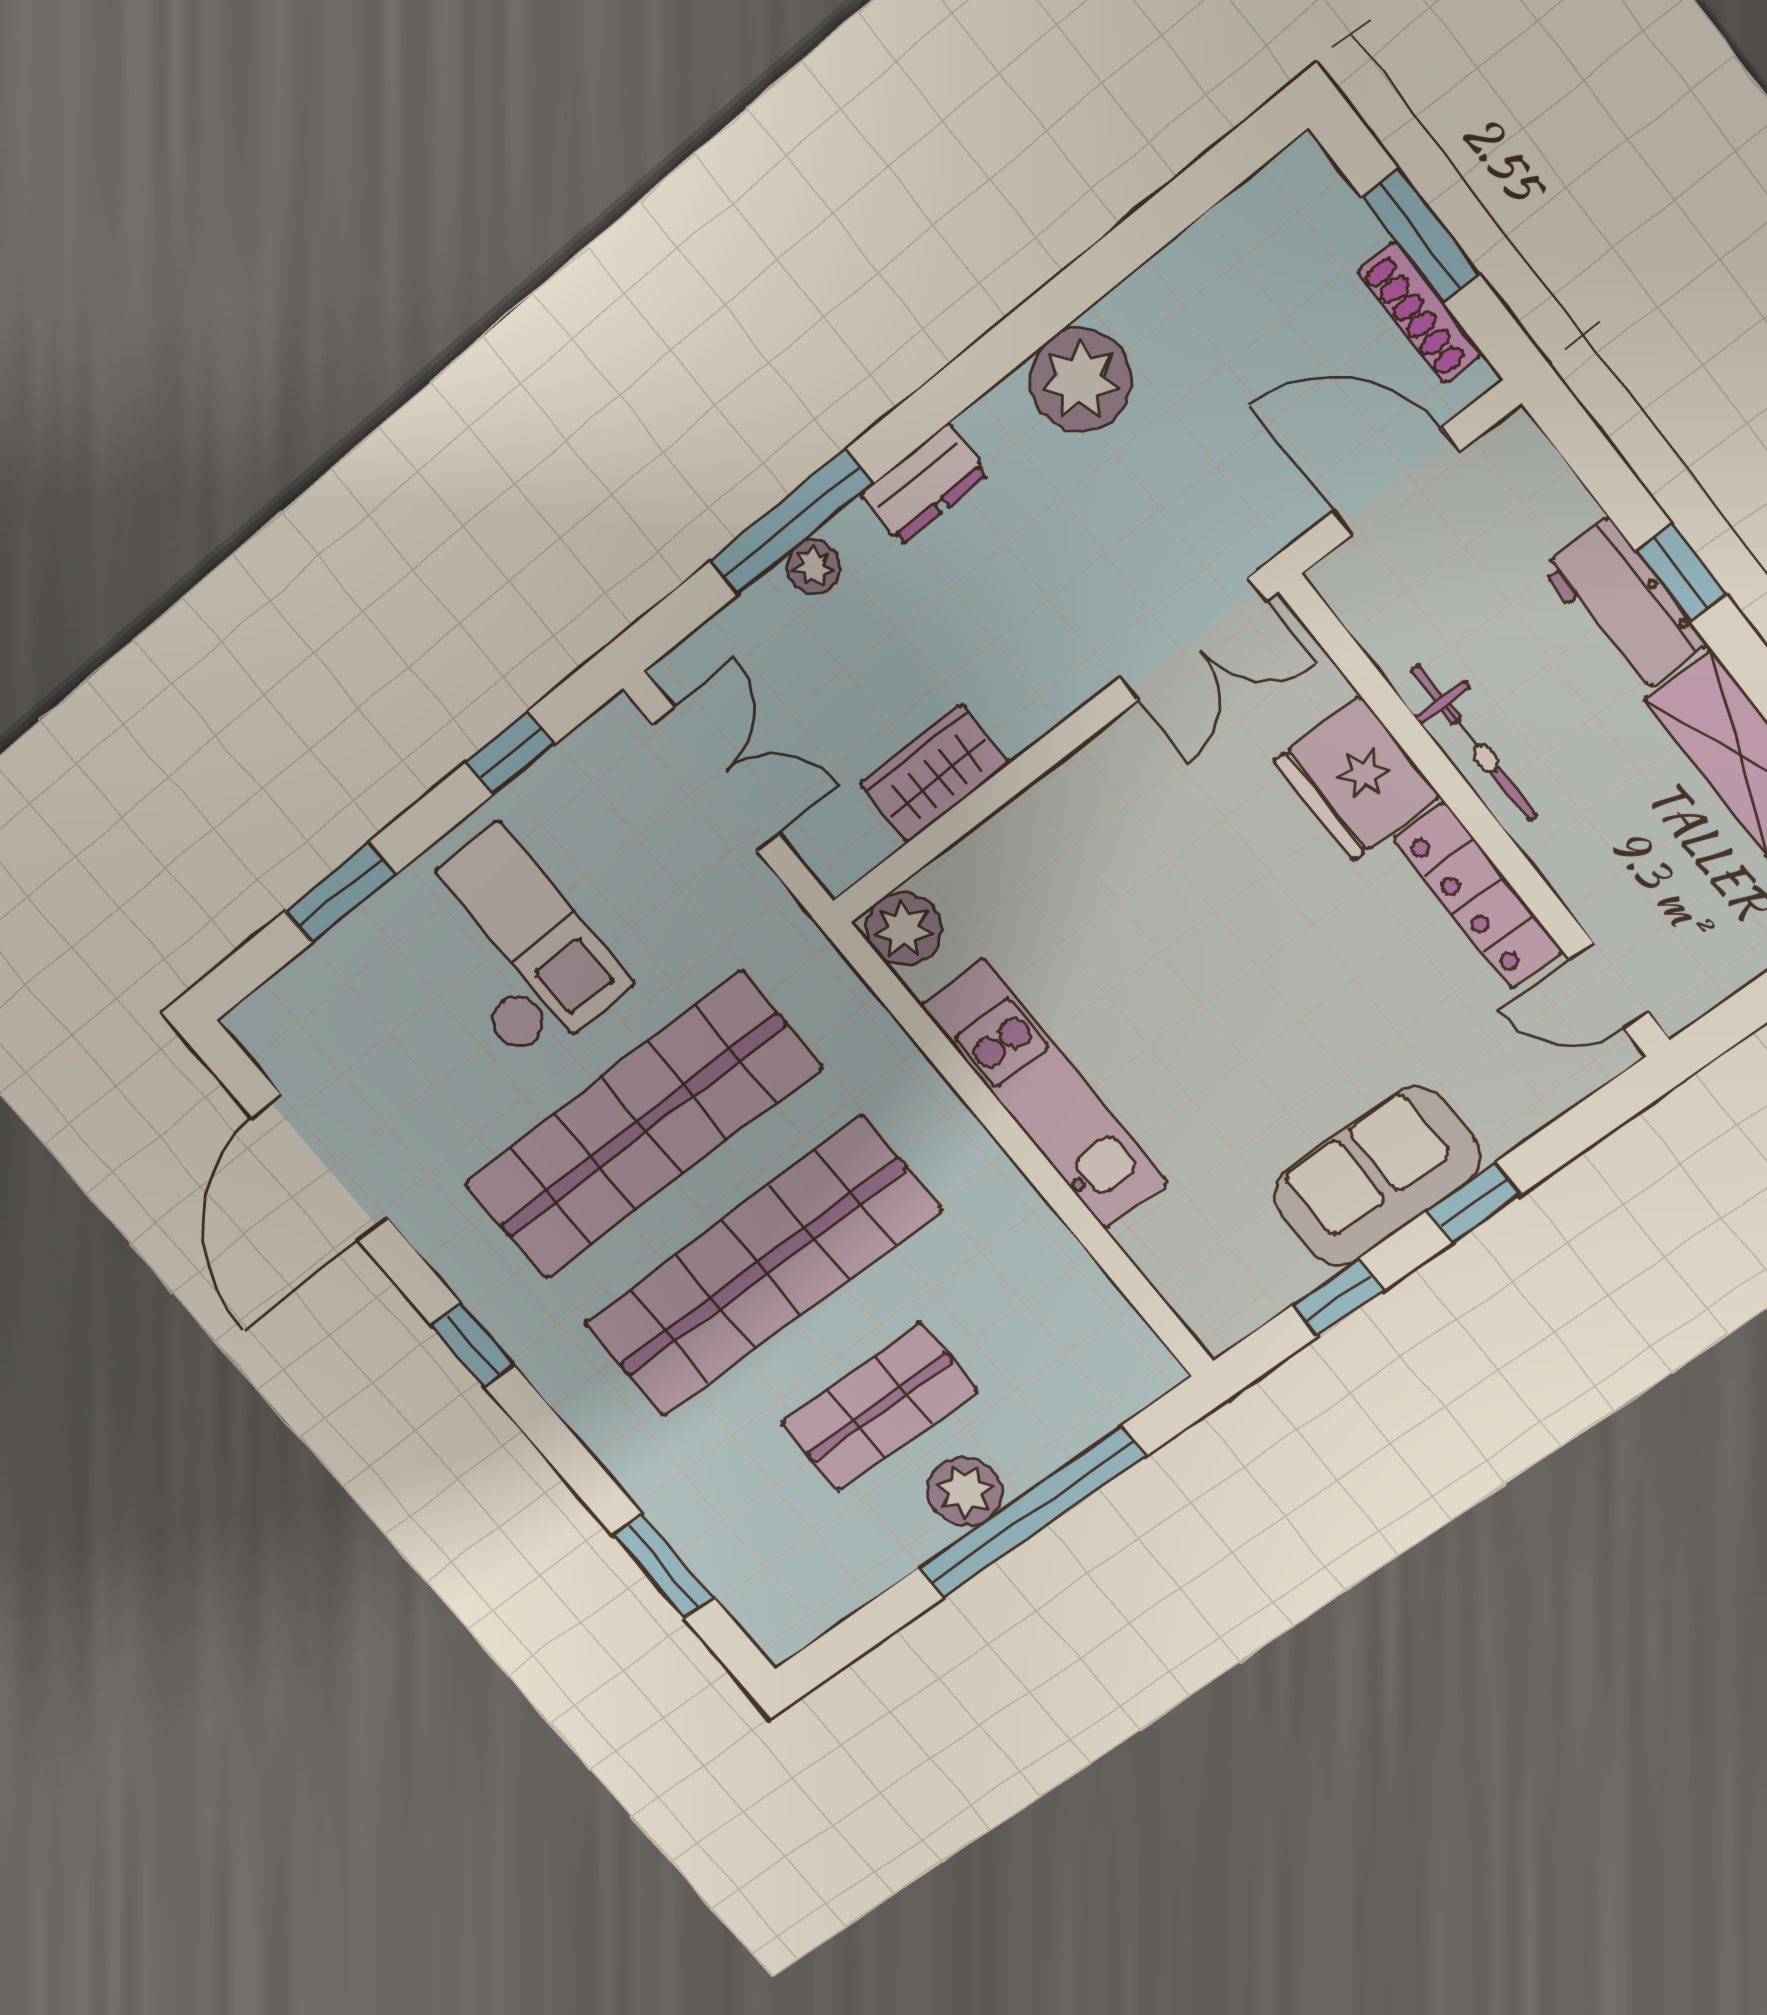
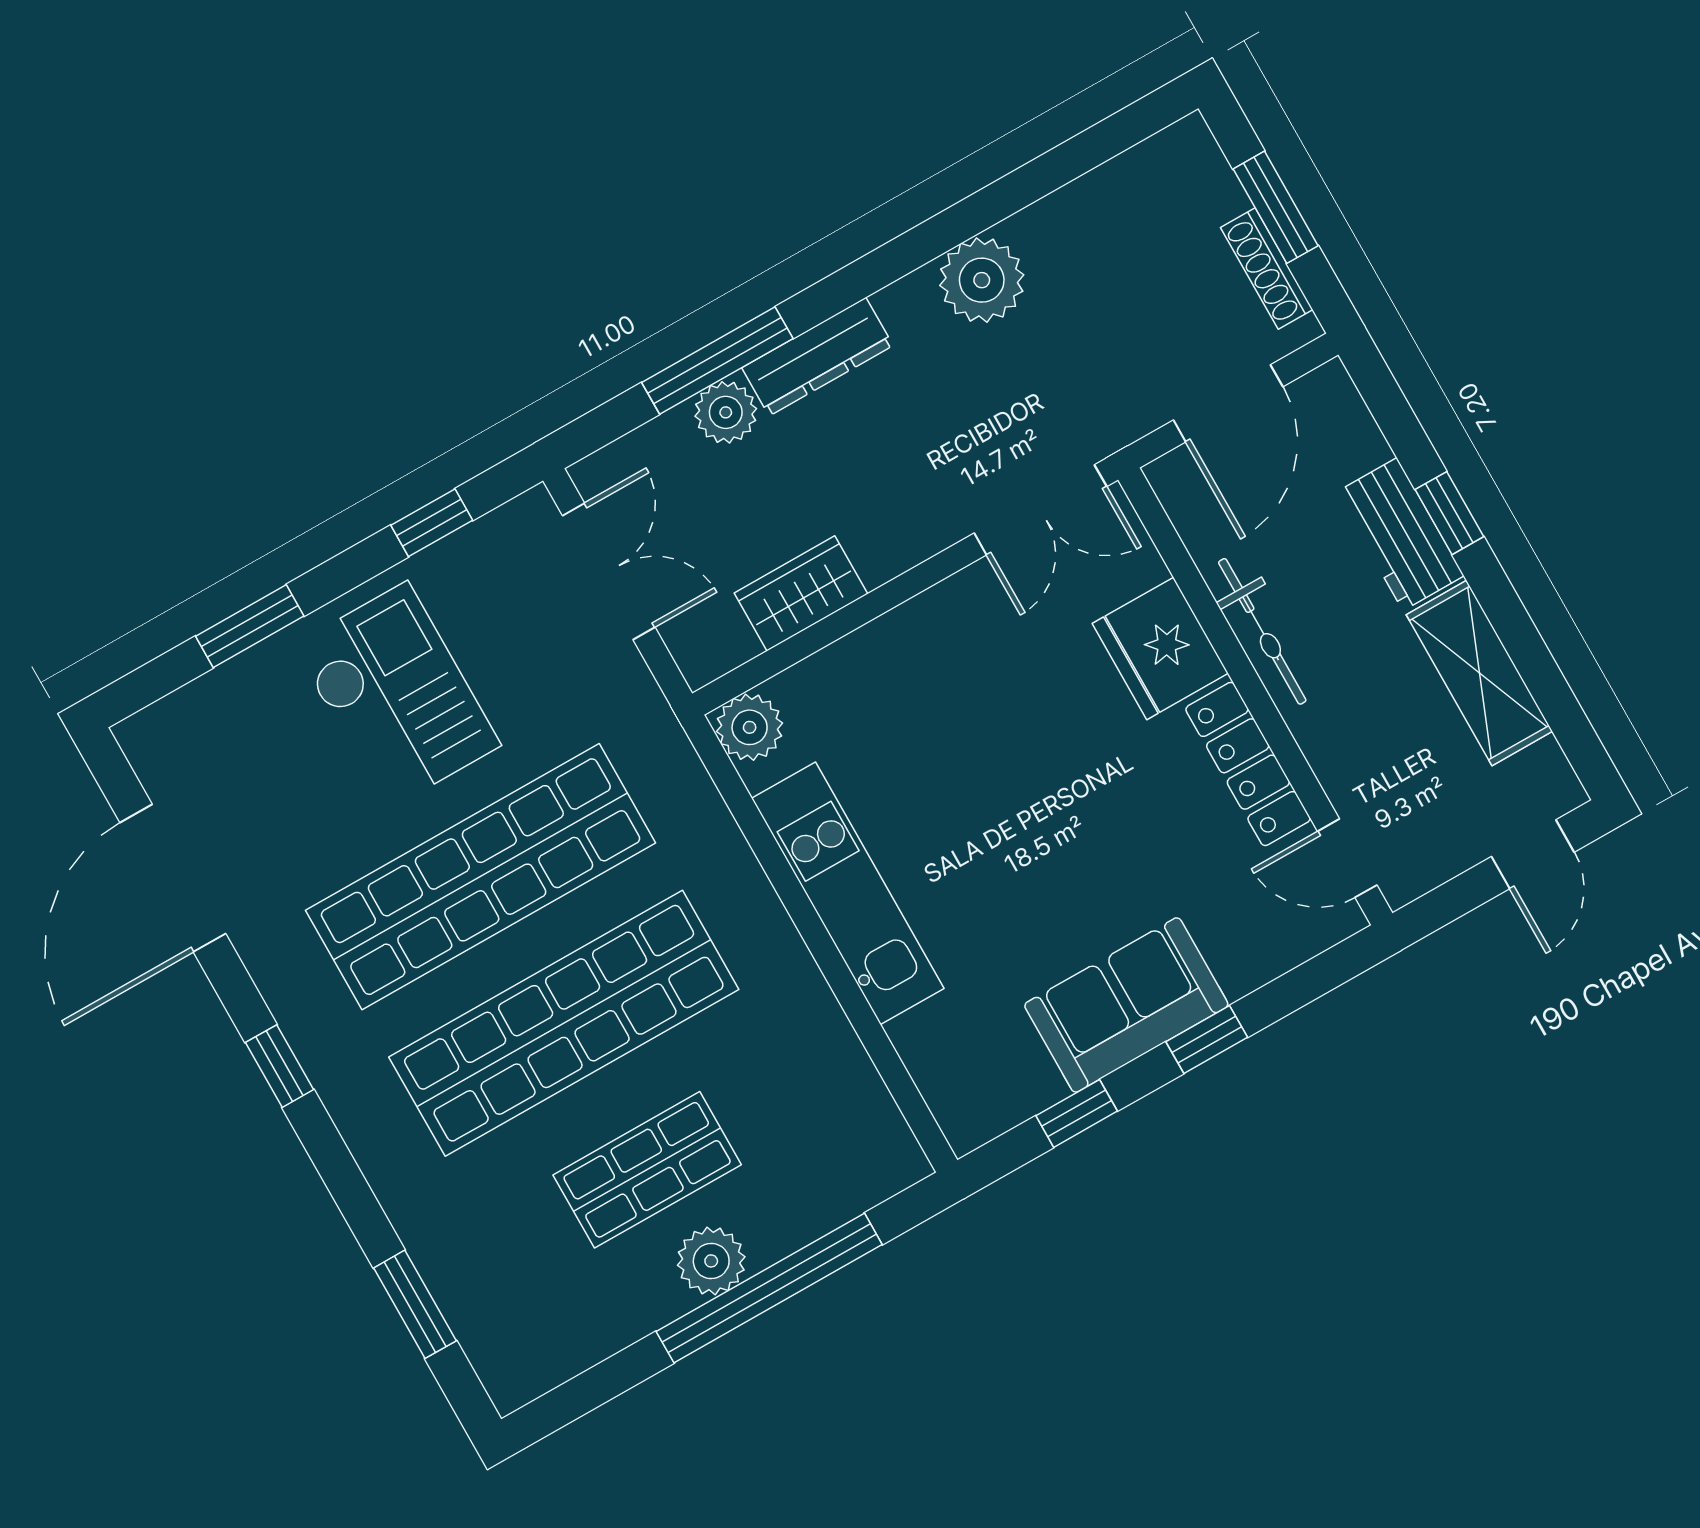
door: (1396, 482) -> (1228, 403), swing flipped
dresser: (924, 484) -> (817, 357), width x1.44
plant: (813, 567) -> (726, 412), width x1.38, depth x1.38

